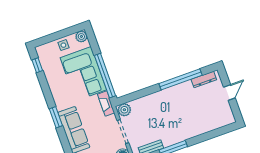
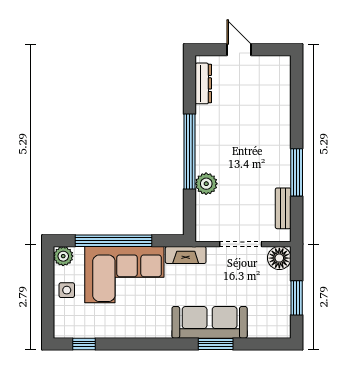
window: (105, 76) -> (113, 241), moved
window: (181, 79) -> (190, 151), moved
plant: (124, 110) -> (206, 184), moved
window: (56, 117) -> (216, 344), moved

